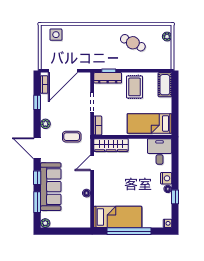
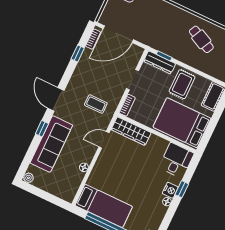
bed: (149, 123) -> (182, 123), width x1.50
plant: (45, 124) -> (76, 79), removed
window: (175, 197) -> (182, 189), moved
window: (37, 202) -> (30, 153), removed

